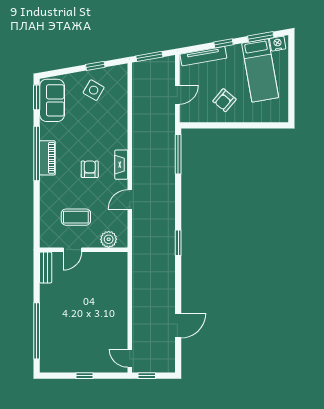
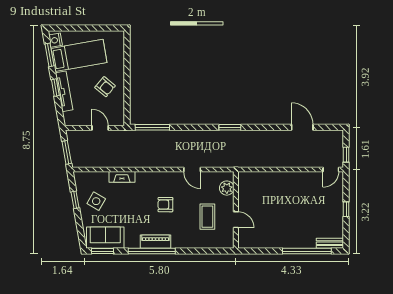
tv unit: (203, 56) -> (64, 91), moved
fireplace: (121, 165) -> (122, 177), moved
bench: (46, 267) -> (330, 243), moved

